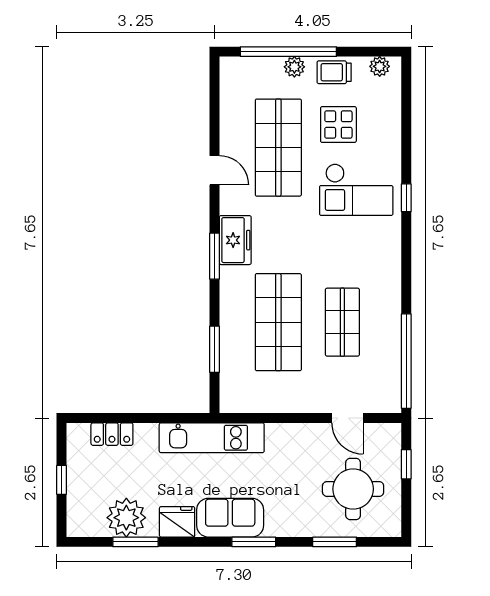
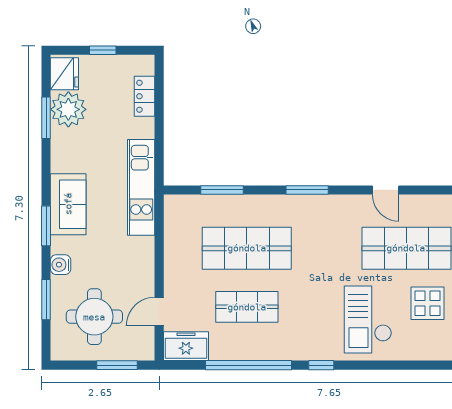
door: (214, 170) -> (386, 190), hinge flipped
window: (406, 198) -> (321, 365), moved
freezer: (235, 240) -> (186, 346), moved, turned 180
window: (406, 361) -> (249, 365), moved
window: (406, 464) -> (117, 365), width x1.50
fridge: (177, 522) -> (64, 74), moved
water cooler: (296, 526) -> (61, 265), added

